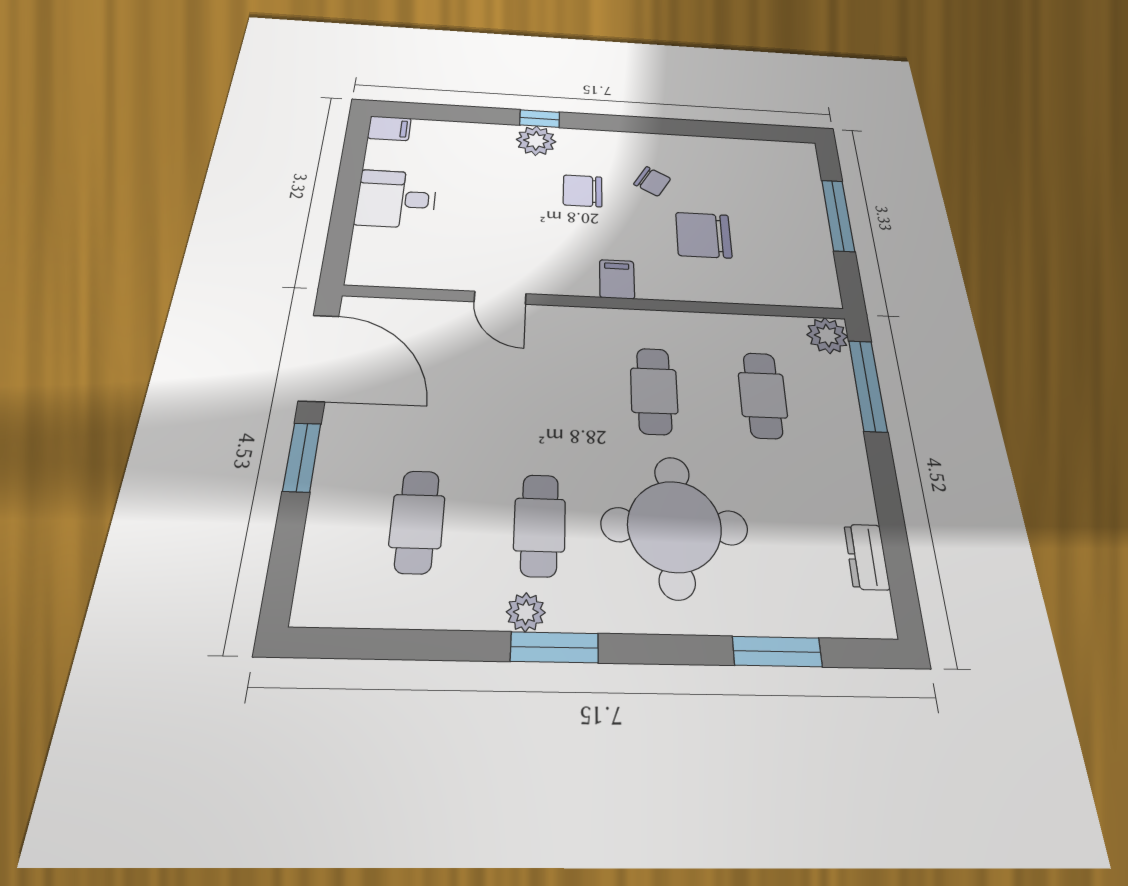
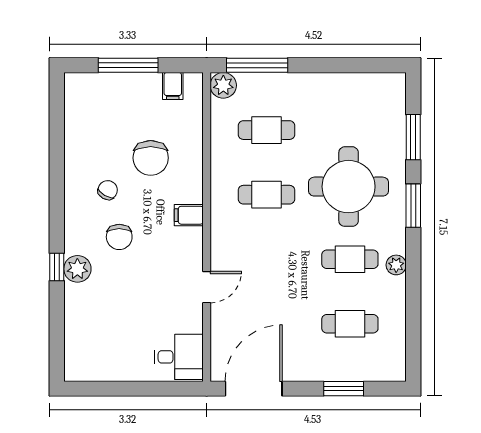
filing cabinet: (389, 128) -> (173, 86), moved, turned 180
desk: (396, 199) -> (179, 357), moved, turned -90
window: (302, 457) -> (344, 389), moved
dresser: (867, 557) -> (363, 82), removed
window: (555, 647) -> (413, 206), moved

